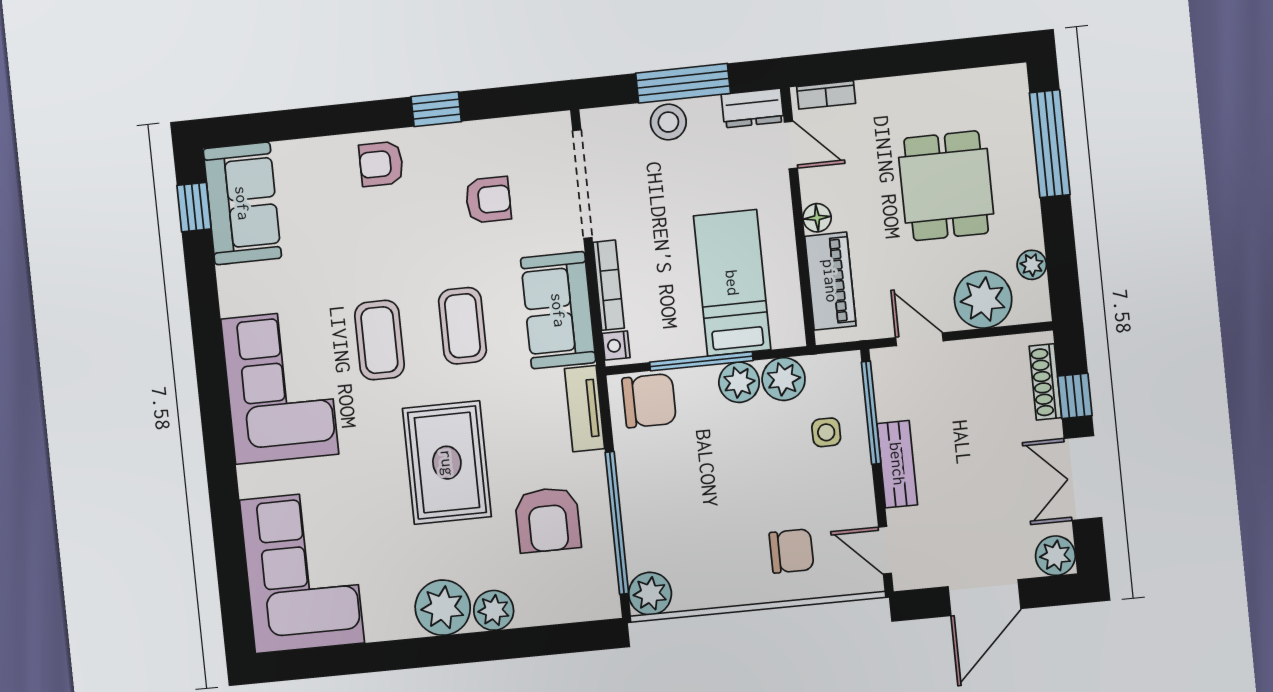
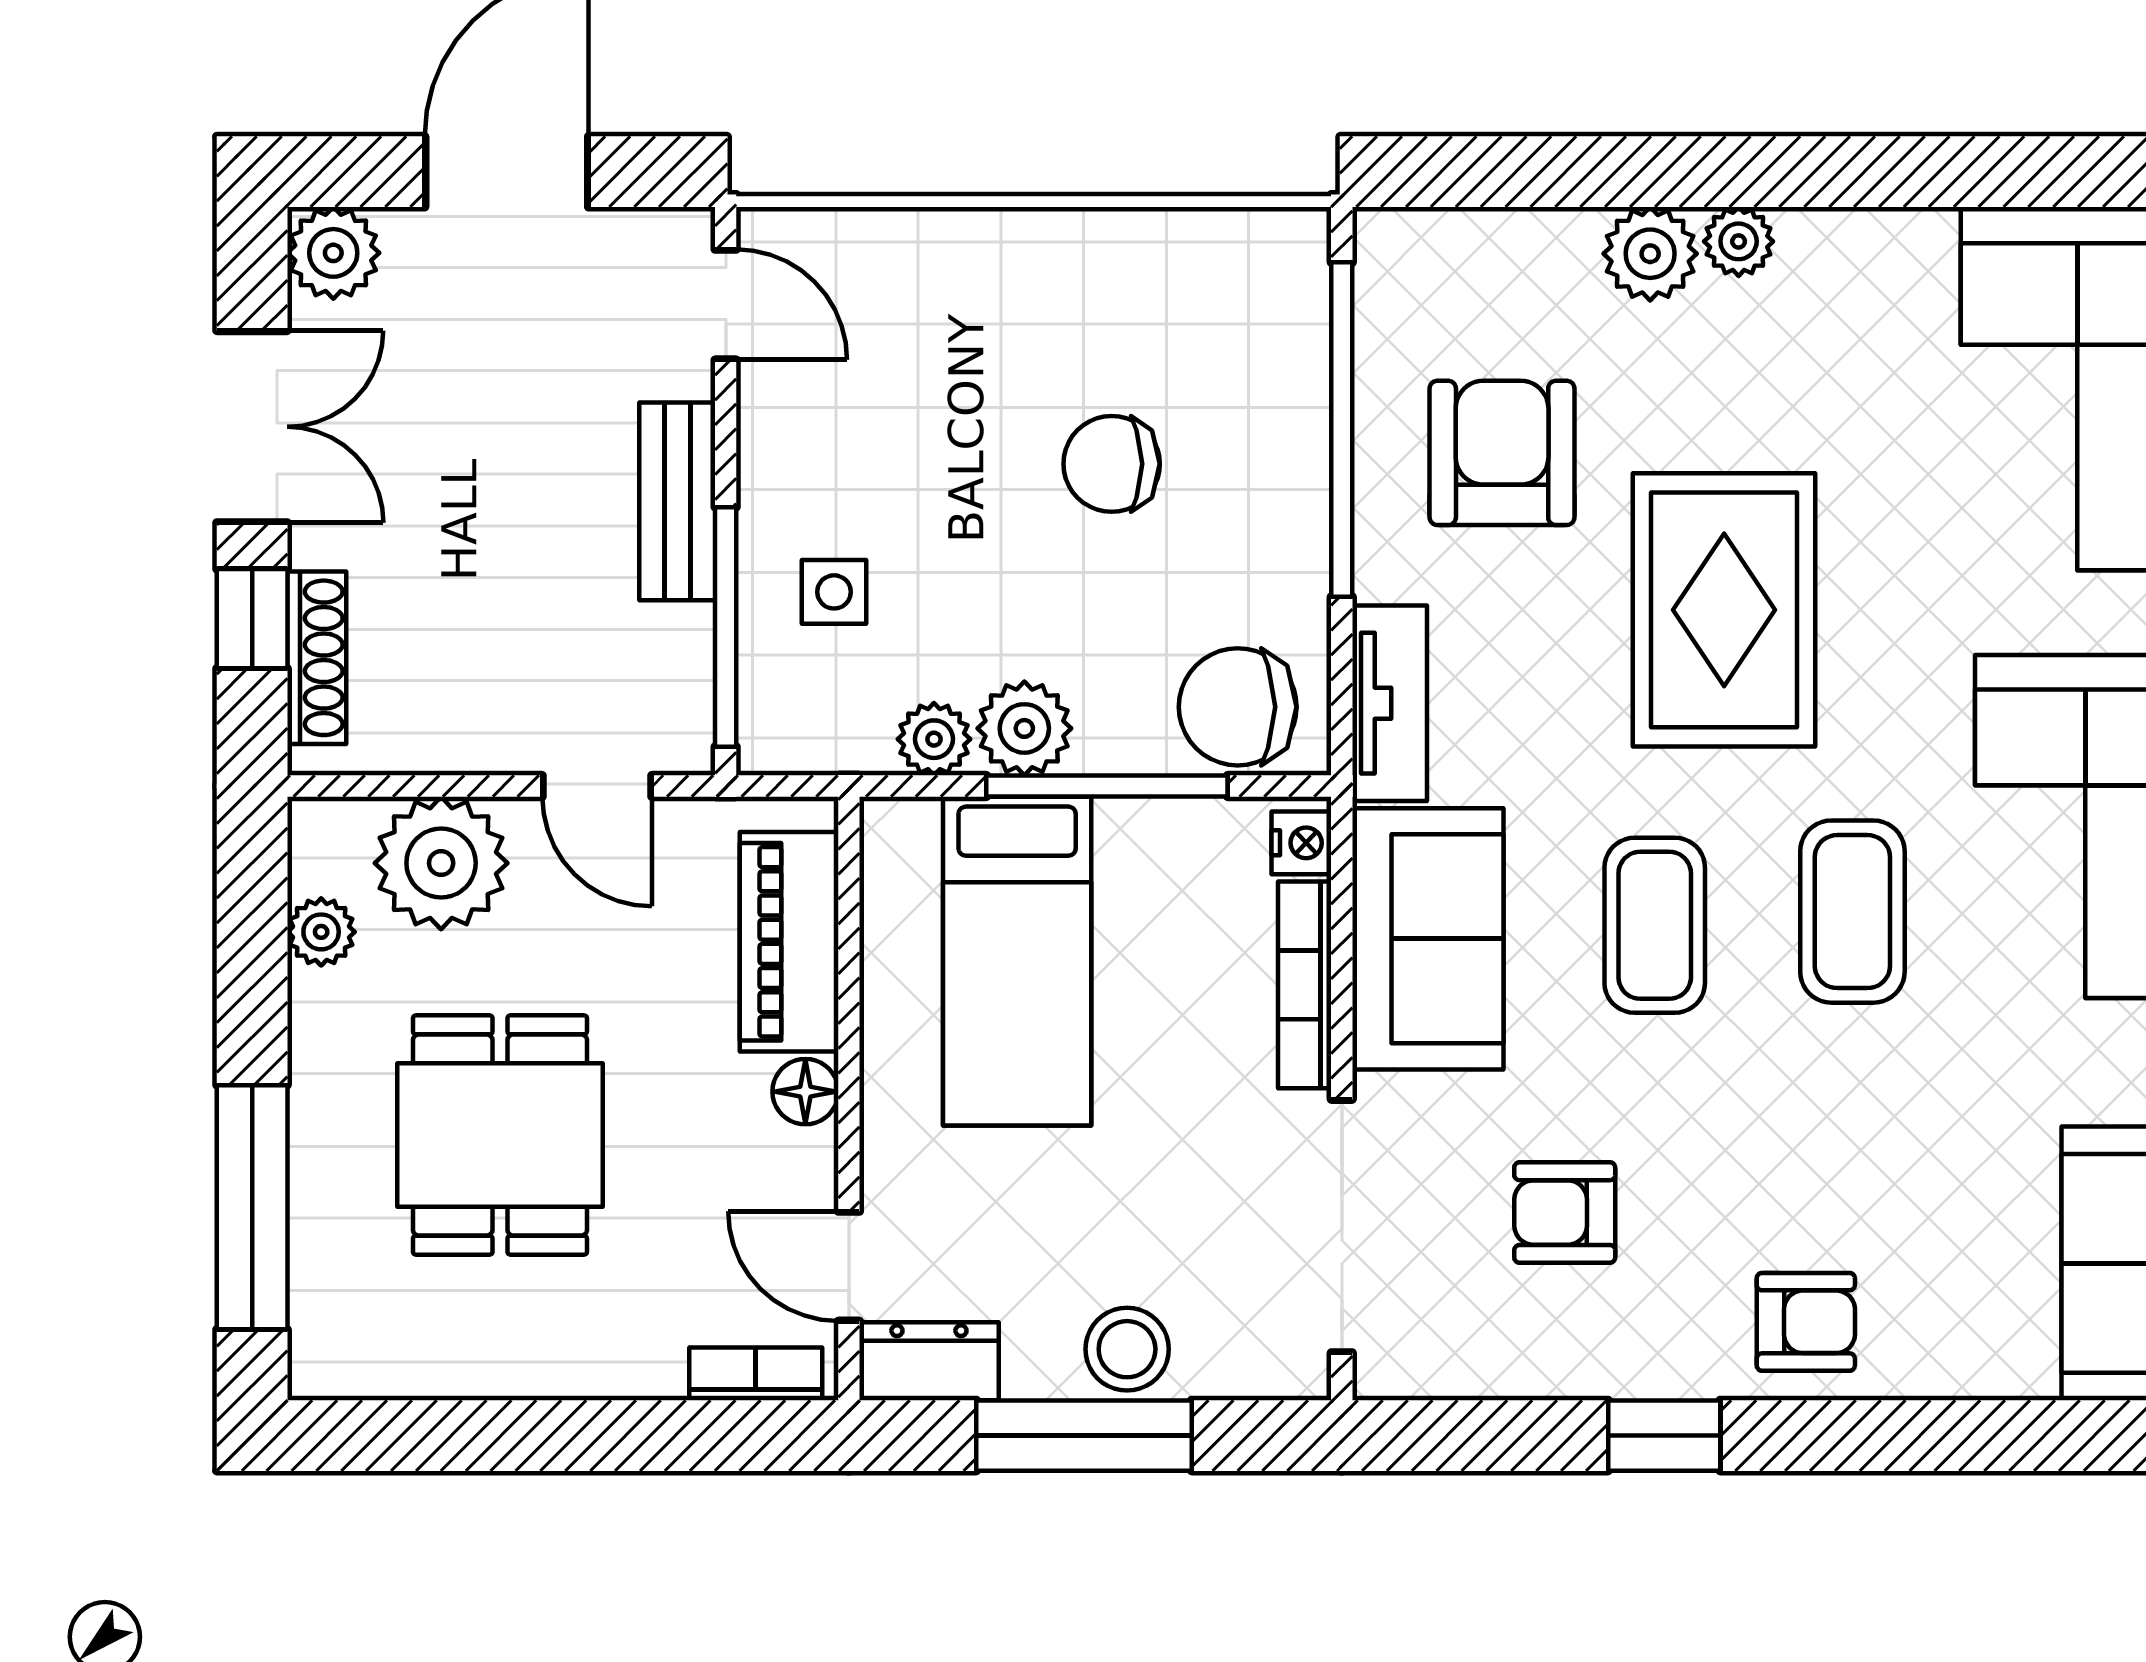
plant: (784, 379) -> (934, 739), width x0.73, depth x0.73
chair: (791, 551) -> (1112, 464), moved
plant: (650, 594) -> (1281, 257), removed
plant: (443, 608) -> (1739, 241), width x0.53, depth x0.53

